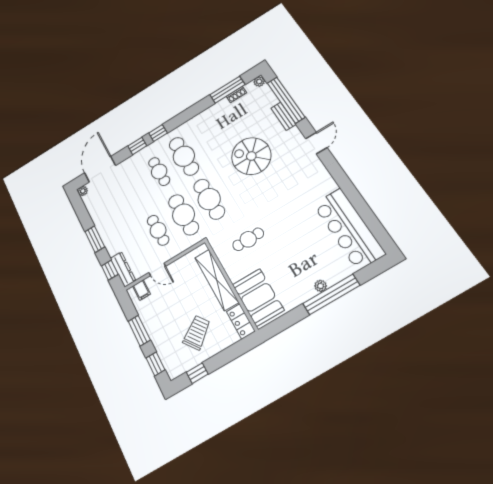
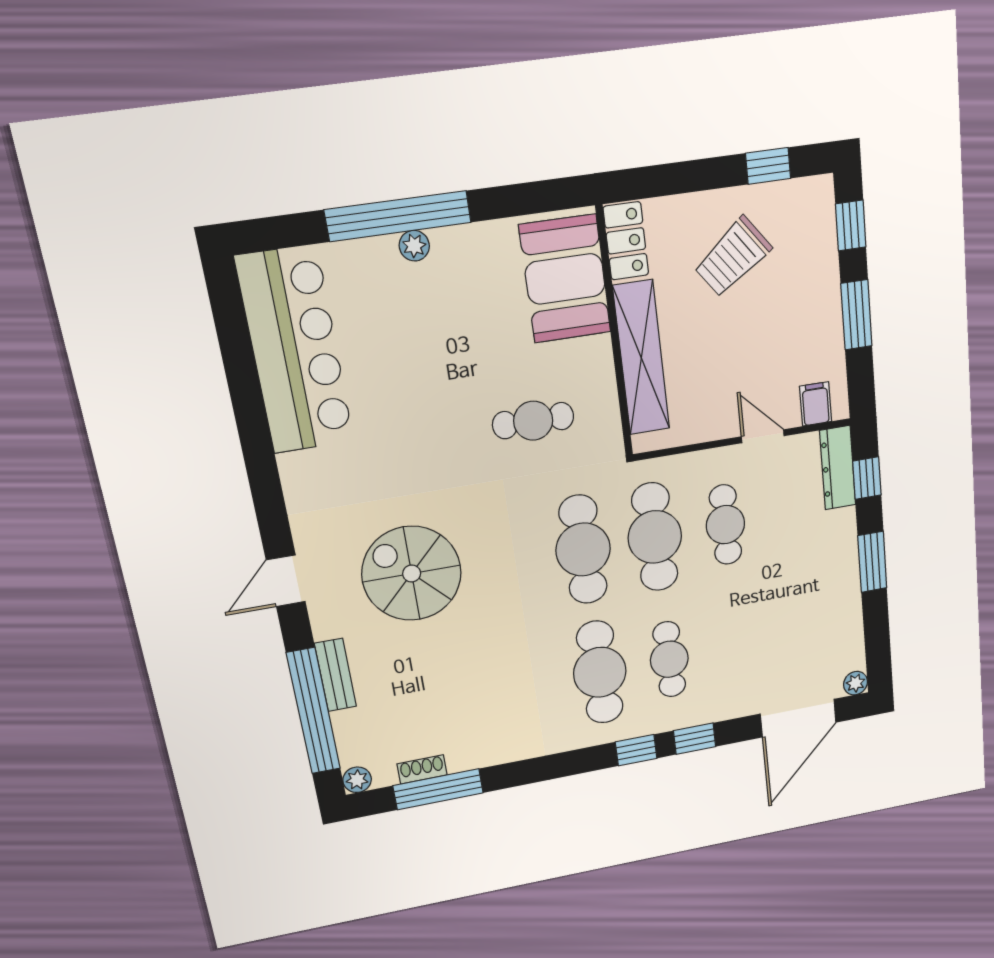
spiral stairs: (251, 156) -> (412, 573), moved, turned 180

